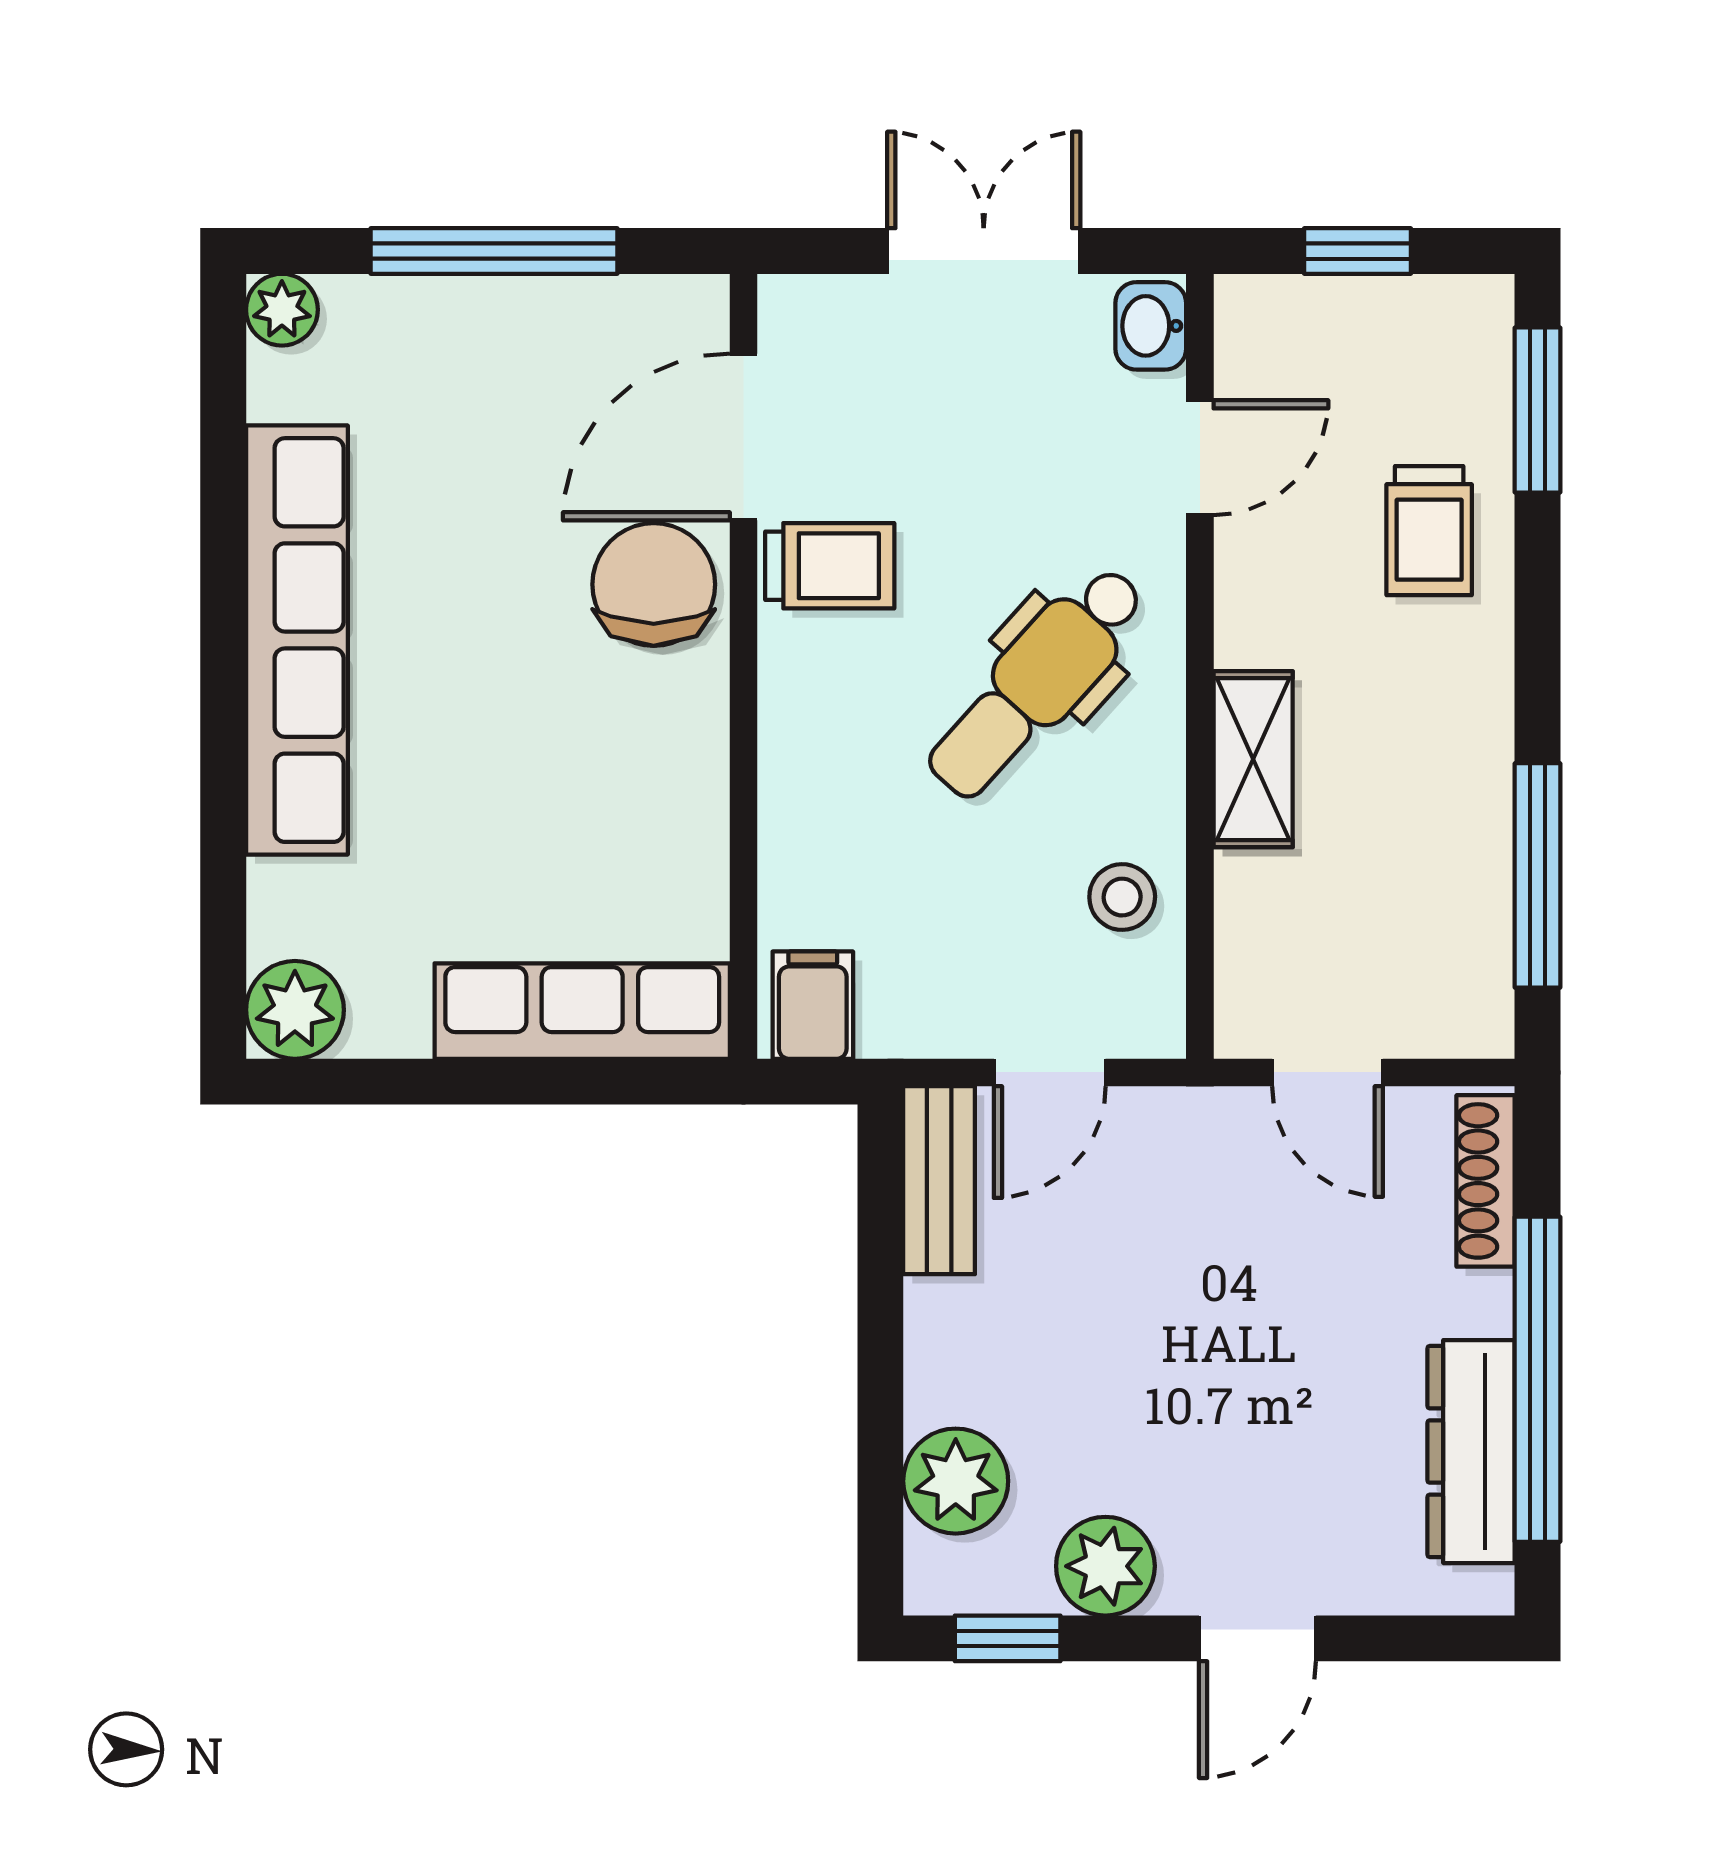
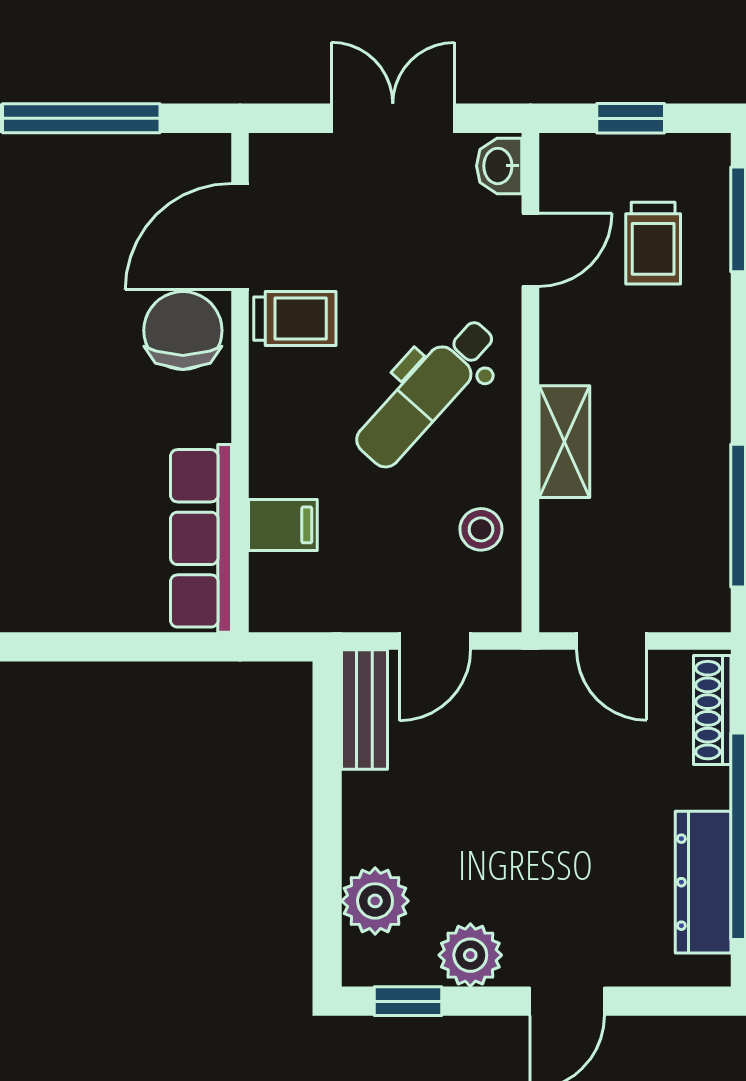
trolley: (1429, 531) -> (653, 243), moved
filing cabinet: (813, 1005) -> (283, 525), moved, turned 90
row of seats: (582, 1011) -> (201, 538), moved, turned -90

